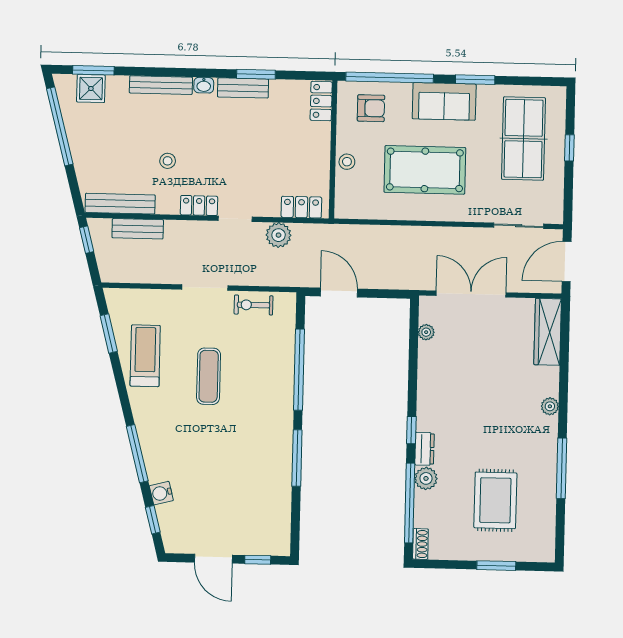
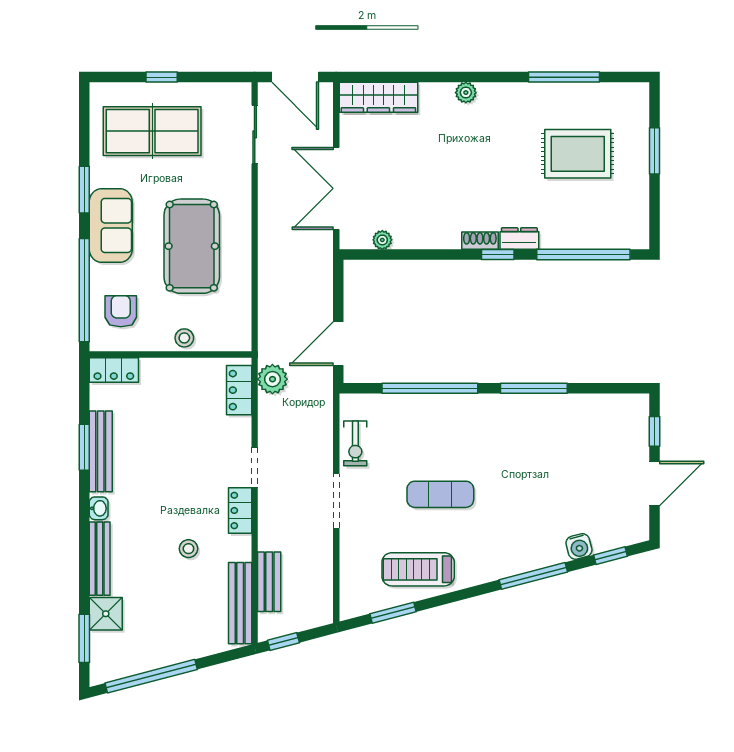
bench: (243, 88) -> (101, 451), width x1.36
shower: (91, 89) -> (106, 614), moved
plant: (279, 235) -> (272, 379), moved
window: (562, 468) -> (564, 77), moved
plant: (426, 478) -> (554, 236), removed
shoe rack: (420, 544) -> (480, 241), moved

